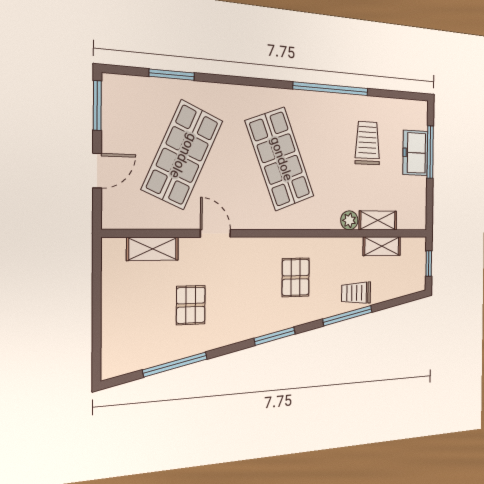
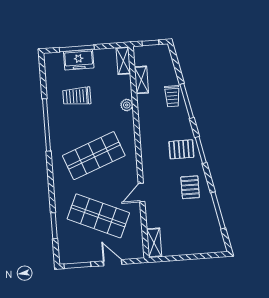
shelving: (378, 220) -> (123, 61), moved
shelving: (153, 249) -> (154, 243), moved
pallet: (296, 277) -> (181, 149), moved
pallet: (191, 305) -> (190, 187), moved, turned 90

